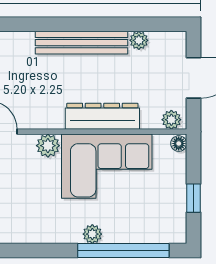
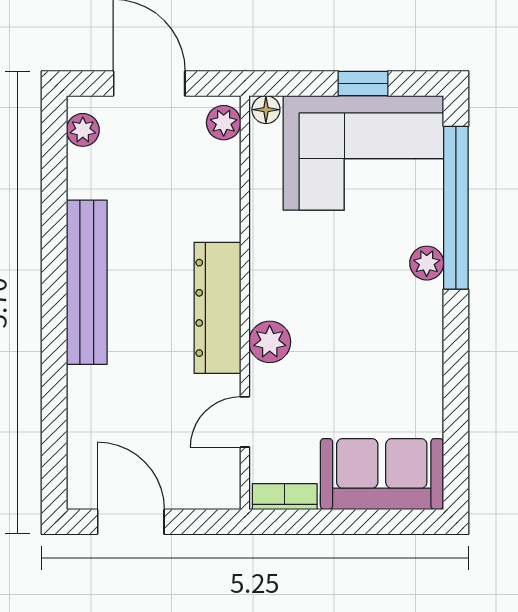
plant: (139, 40) -> (83, 130), moved
dresser: (102, 116) -> (217, 308), moved
corner sofa: (107, 166) -> (363, 153), moved, turned 90

